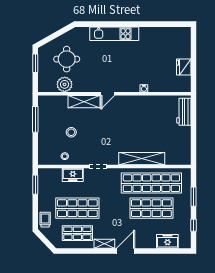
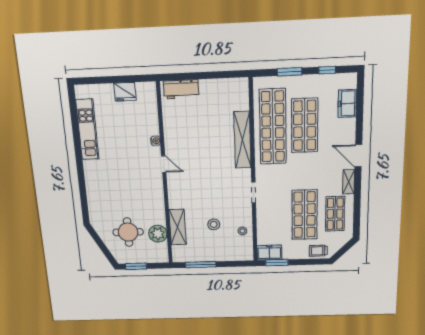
kitchen unit: (114, 34) -> (87, 130), moved
door: (108, 94) -> (164, 164), moved
shelving: (84, 102) -> (178, 227), moved
freezer: (73, 175) -> (269, 253), moved, turned -90

